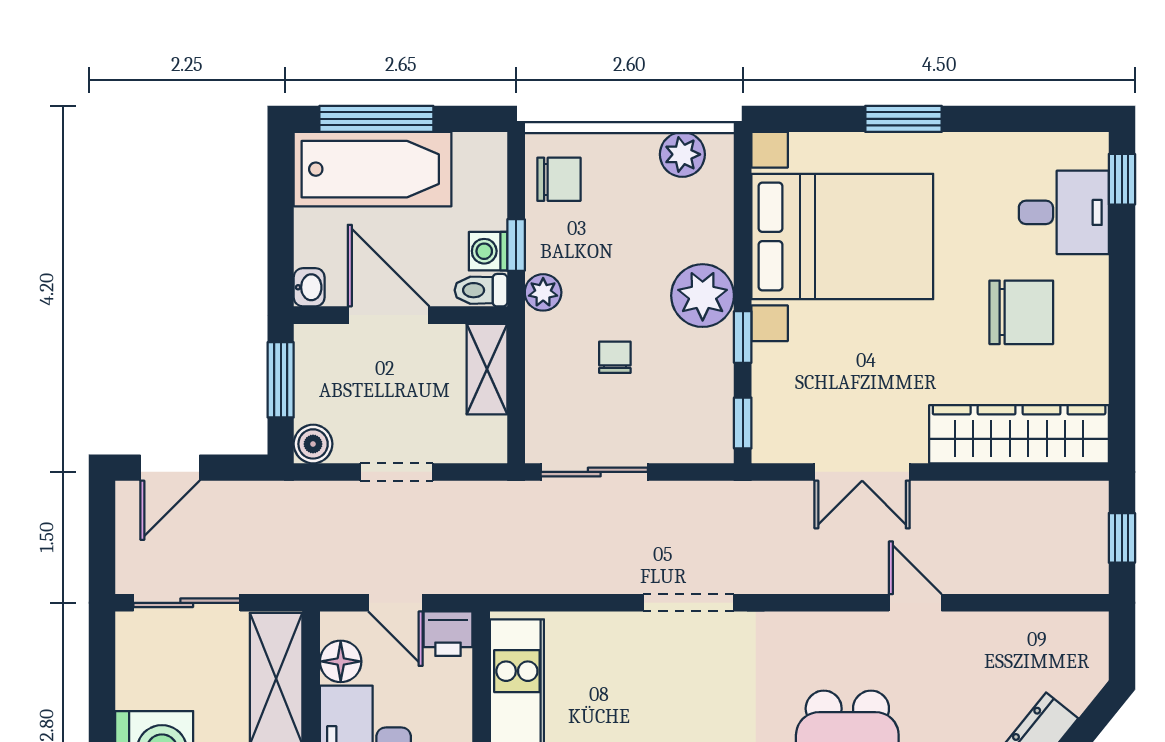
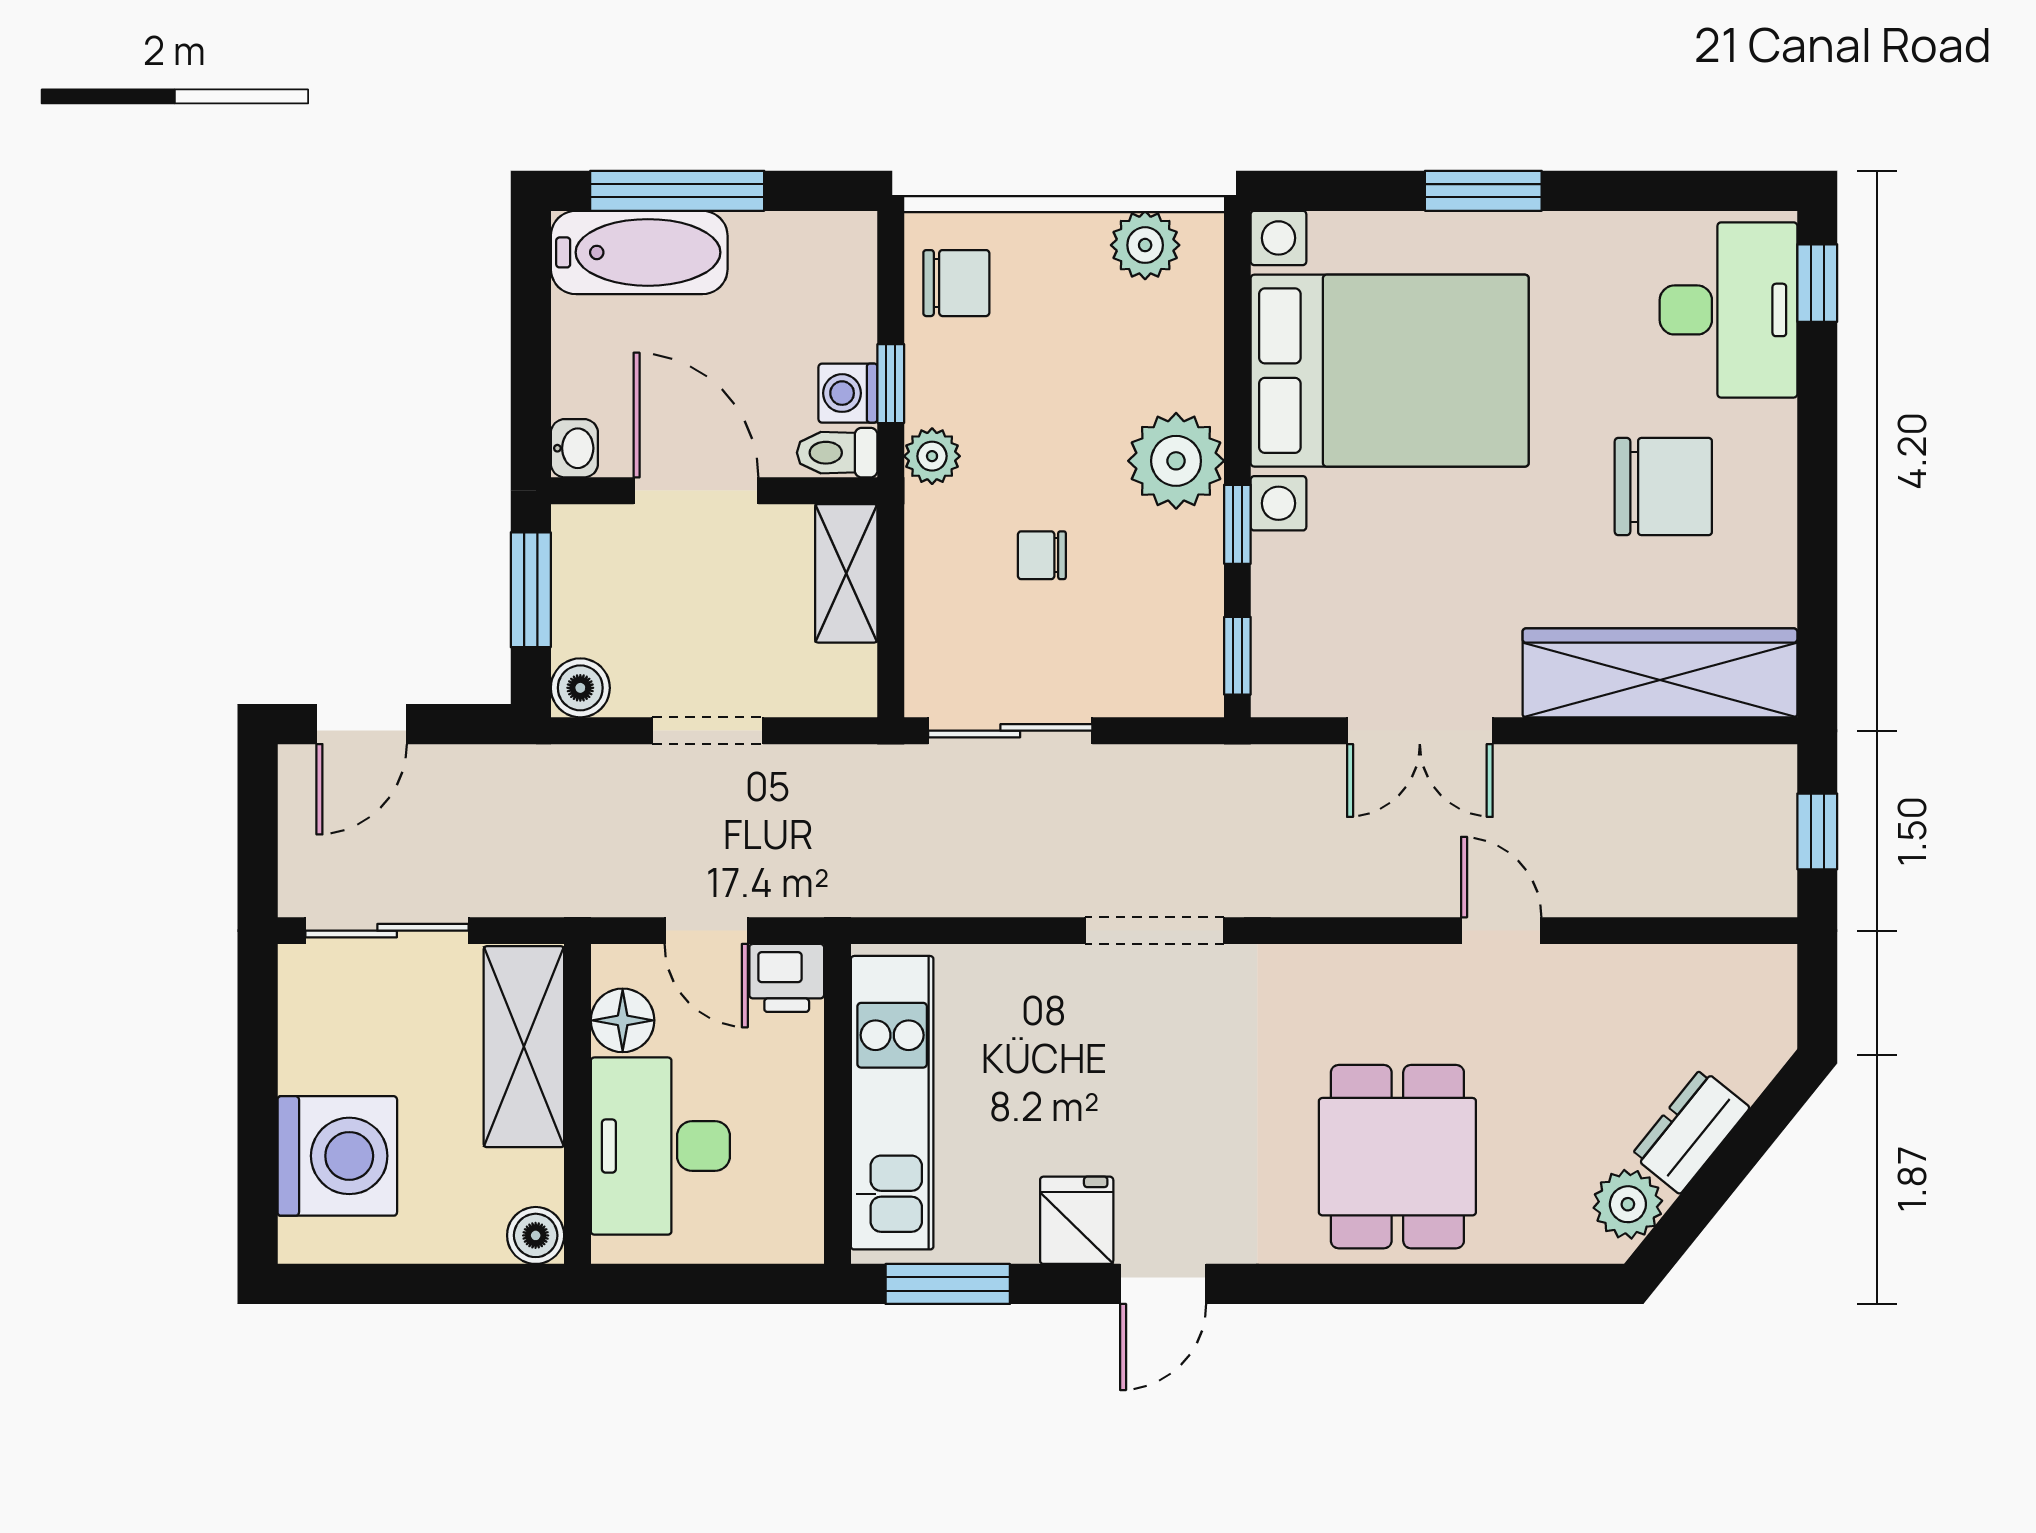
bathtub: (373, 169) -> (639, 252), width x0.73, depth x0.73
desk: (1064, 212) -> (1728, 310), width x1.37
chair: (615, 357) -> (1042, 555), turned -90

